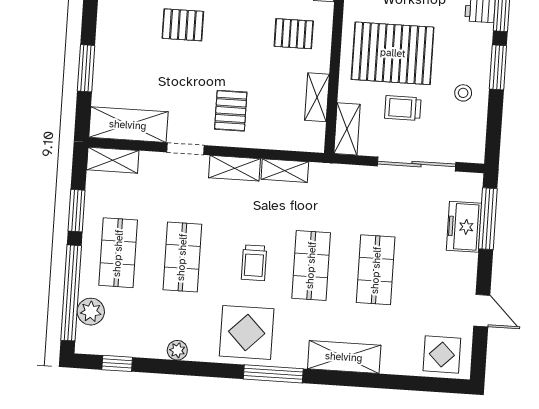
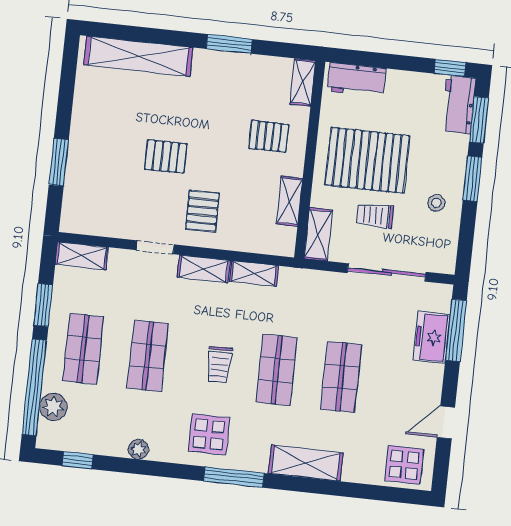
pallet: (183, 25) -> (166, 157), moved
shelving: (128, 125) -> (99, 221), removed
door: (482, 311) -> (446, 422), swing flipped
display table: (247, 332) -> (209, 434), width x0.73, depth x0.73

